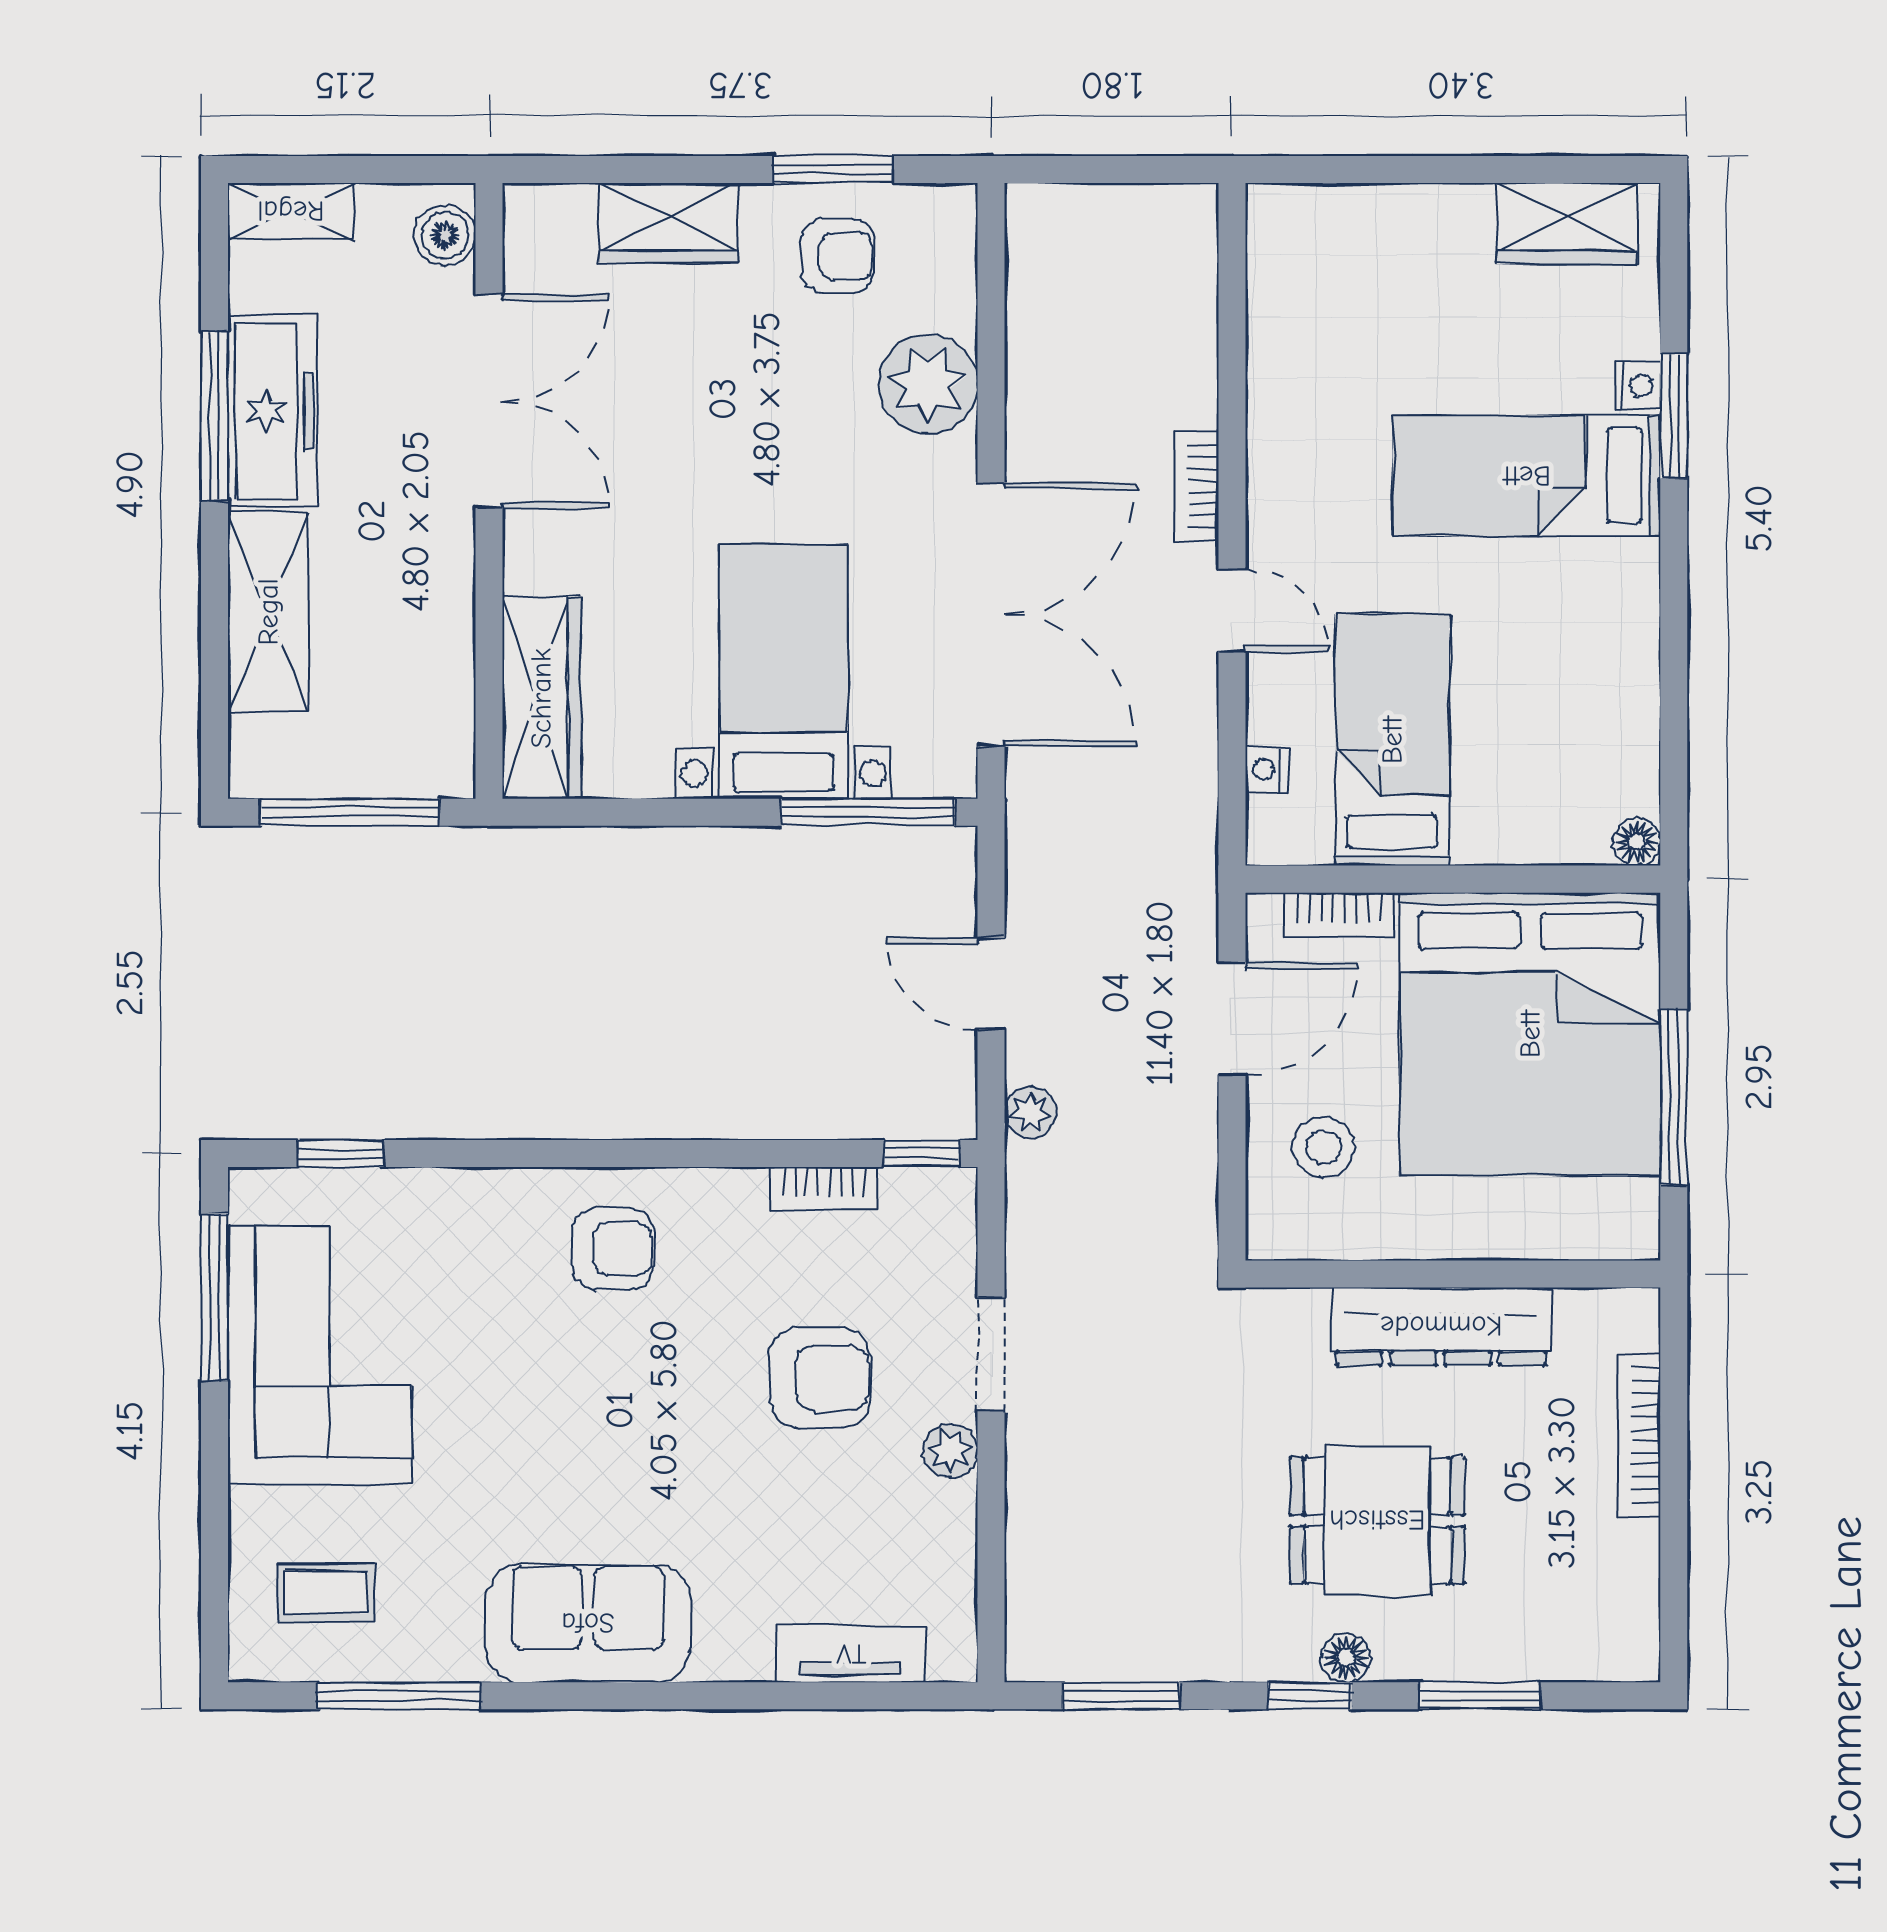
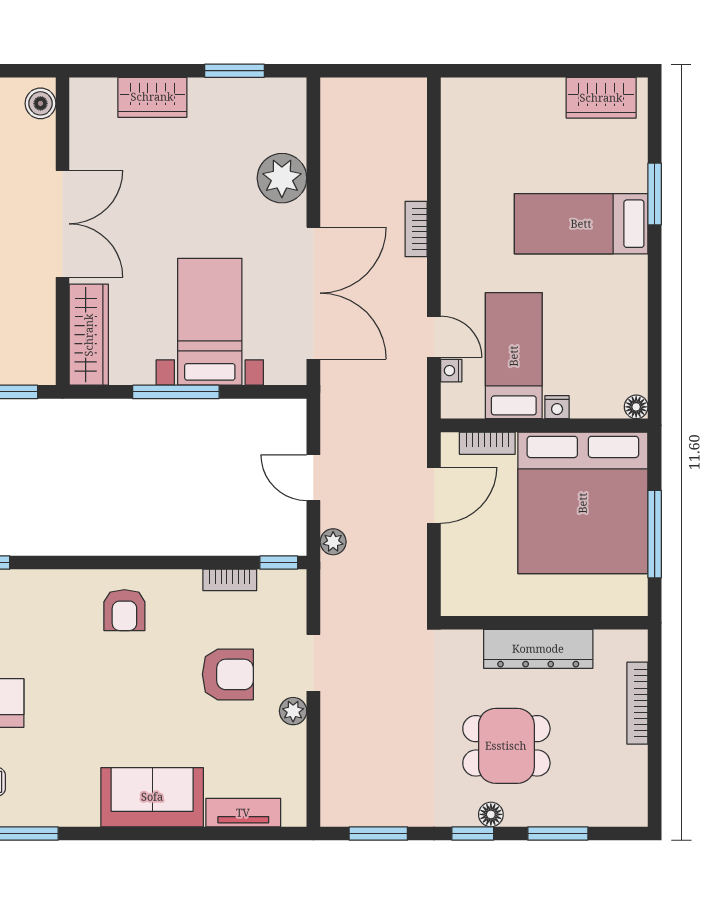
armchair: (837, 256) -> (237, 114), removed
nightstand: (1637, 386) -> (557, 407), moved, turned 90
double door: (489, 401) -> (63, 224), moved
door: (1232, 610) -> (434, 337), moved
window: (868, 812) -> (176, 392), moved
stool: (1323, 1147) -> (479, 559), removed
armchair: (613, 1249) -> (124, 610), turned 90
sofa: (588, 1623) -> (152, 797), moved

